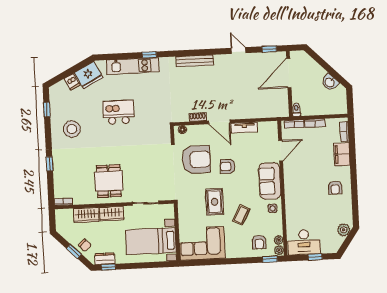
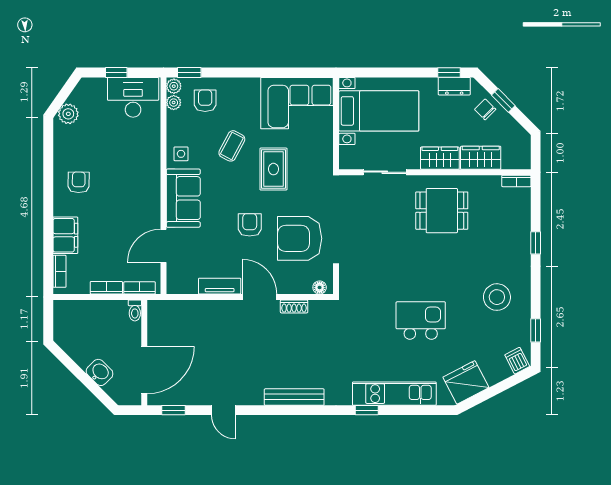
dishwasher: (72, 82) -> (517, 361), moved
washbasin: (330, 82) -> (100, 372), moved
kitchen island: (119, 112) -> (421, 321), turned 180
armchair: (228, 166) -> (250, 225), turned -90
dining table: (109, 181) -> (442, 211), turned 90

